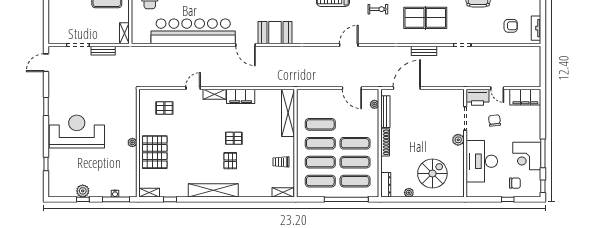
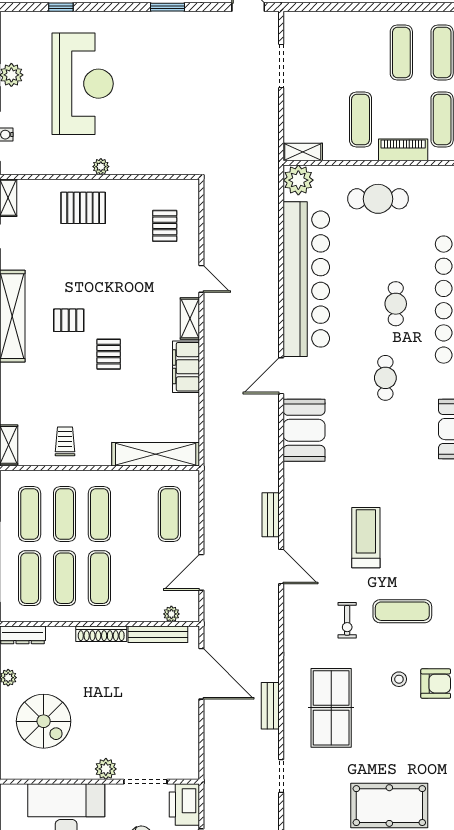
plant: (140, 36) -> (298, 180), added
bench: (103, 51) -> (271, 515), moved
exercise mat: (320, 124) -> (169, 514), moved
reception desk: (77, 131) -> (83, 84), moved
pallet: (155, 152) -> (83, 208), width x0.73, depth x0.71
pallet: (230, 161) -> (69, 320), moved

